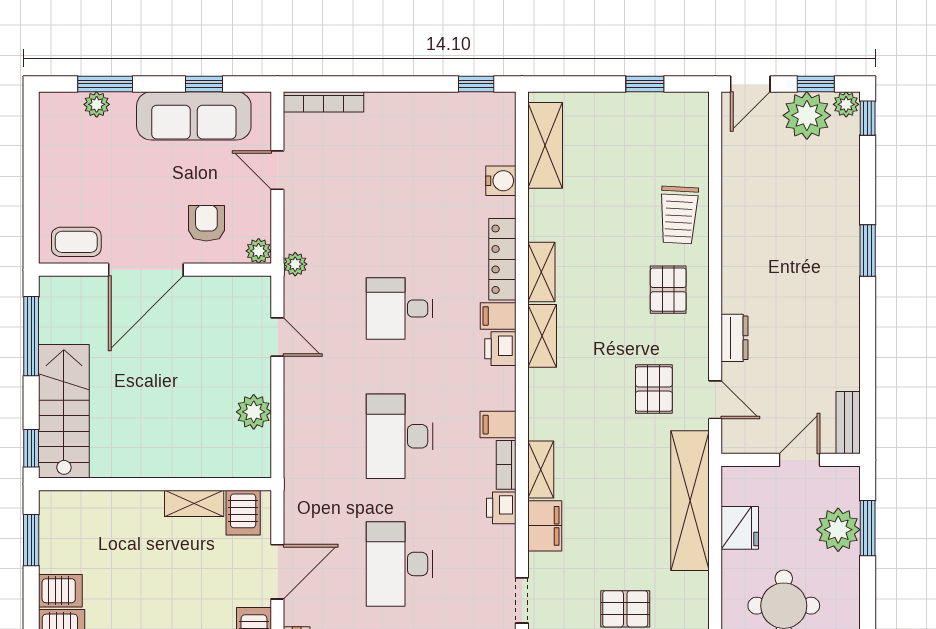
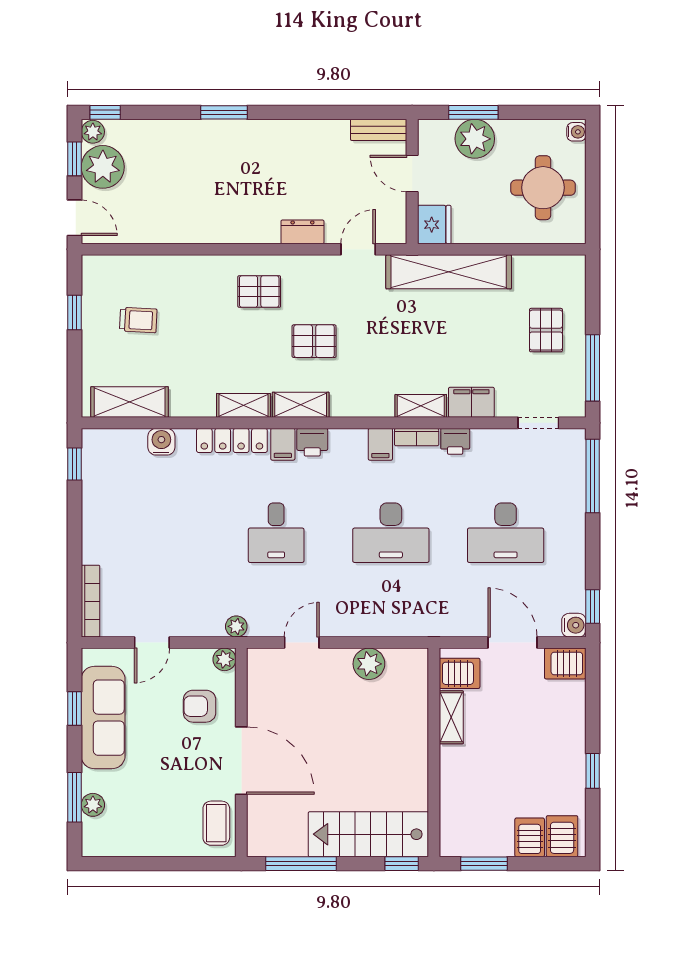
trolley: (679, 215) -> (138, 320), moved, width x0.73, depth x0.72
pallet: (654, 389) -> (314, 341), moved
fridge: (740, 528) -> (434, 225), moved, turned 90

